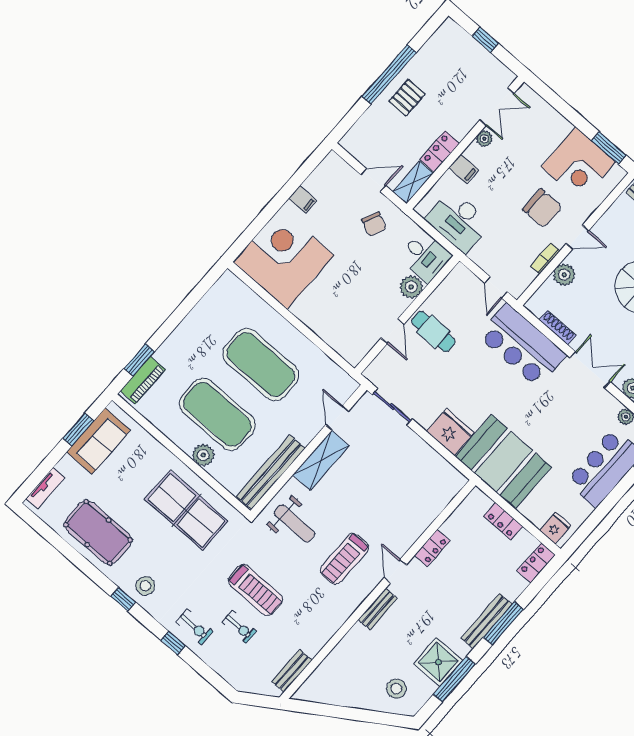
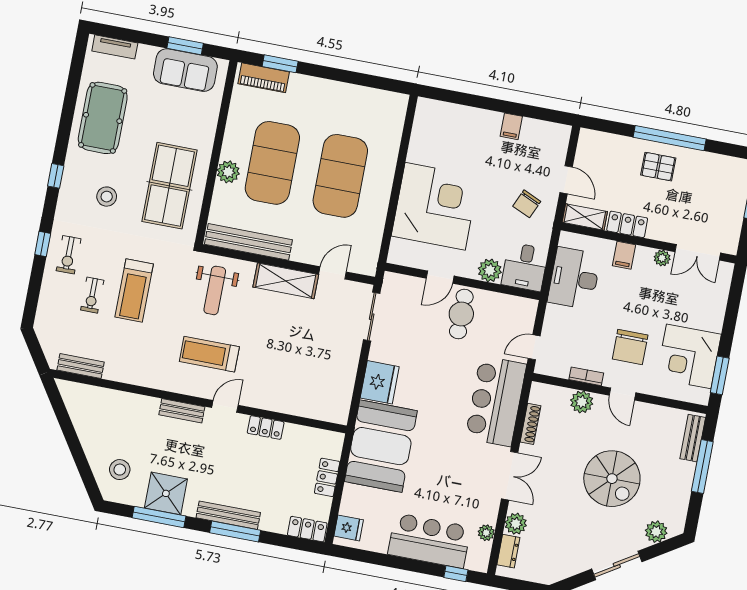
corner desk: (283, 259) -> (435, 206), moved
stool: (145, 586) -> (107, 197), moved

